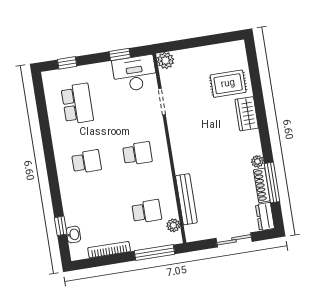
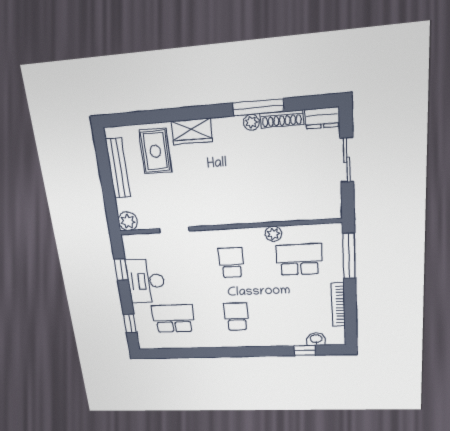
desk: (135, 74) -> (146, 281), moved
window: (272, 183) -> (258, 107), moved
bench: (186, 199) -> (118, 168), moved, turned 90
school desk: (147, 211) -> (299, 260), width x1.85
plant: (173, 225) -> (273, 234), moved

